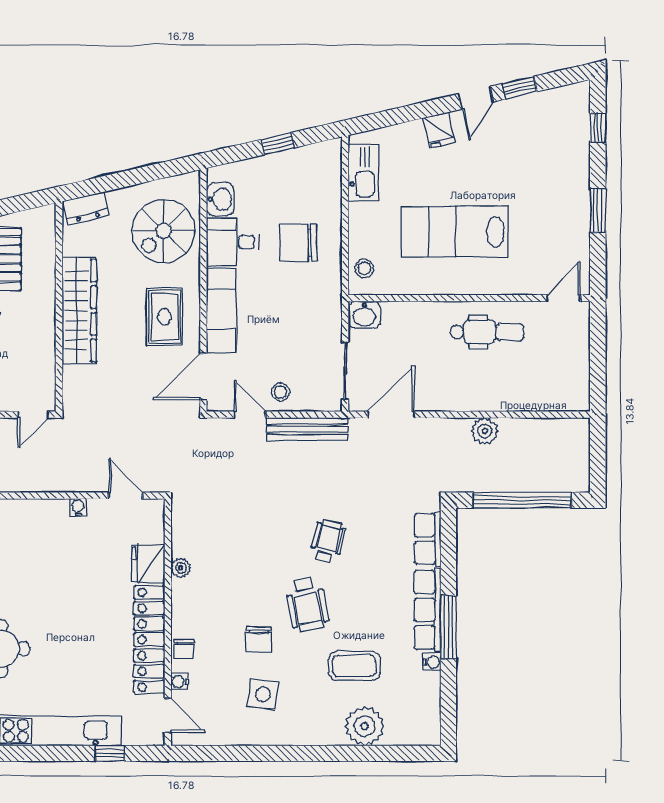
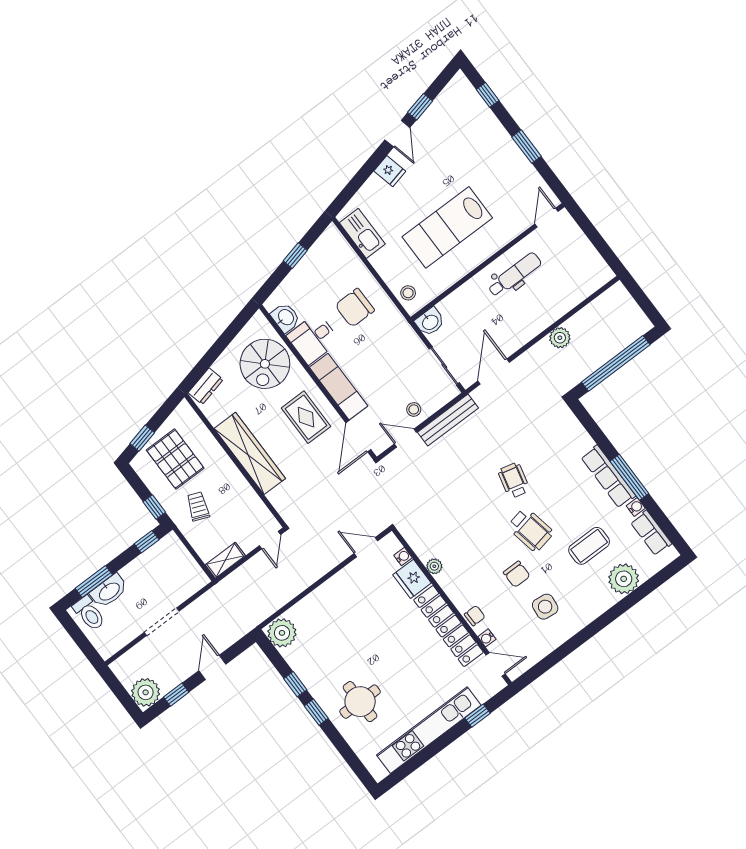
water cooler: (78, 507) -> (403, 557), moved, turned 90
row of seats: (428, 539) -> (651, 533), moved
chair: (184, 649) -> (475, 616), turned -90

